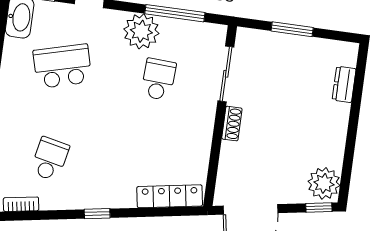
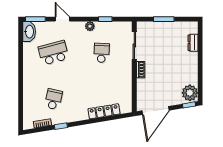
window: (175, 13) -> (105, 19), width x0.46
plant: (141, 31) -> (90, 26), width x0.53, depth x0.53
locker: (170, 196) -> (104, 111), moved
window: (97, 214) -> (61, 126), moved

